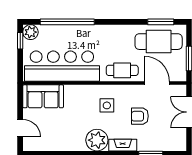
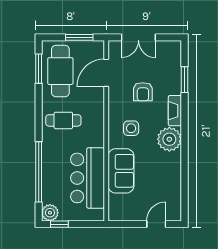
bar counter: (62, 66) -> (88, 178), width x0.73
cafe table: (122, 70) -> (63, 120), moved, turned 90
sofa: (43, 96) -> (121, 171), moved

